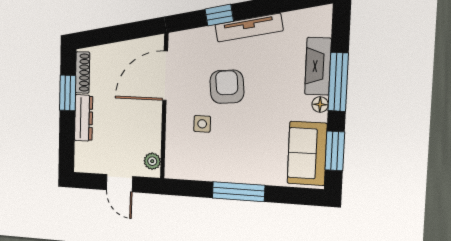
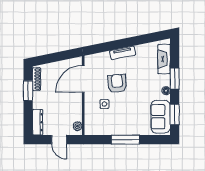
window: (219, 15) -> (112, 46), removed
tv unit: (249, 28) -> (123, 53), width x0.71
fireplace: (318, 66) -> (164, 59), moved
window: (338, 82) -> (175, 79), width x0.69
dresser: (84, 118) -> (38, 122), moved

